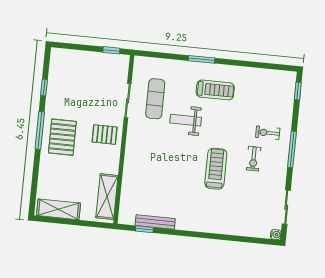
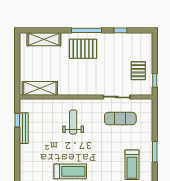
weight bench: (186, 120) -> (73, 122), moved
pallet: (105, 135) -> (138, 71), moved
shelving: (58, 209) -> (44, 39), moved, turned 90

